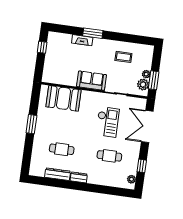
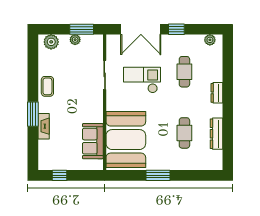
coffee table: (123, 57) -> (47, 86), moved
sofa: (92, 81) -> (93, 141), moved
plant: (143, 85) -> (51, 42), moved
booth: (64, 98) -> (126, 140), width x1.36, depth x1.42
window: (142, 166) -> (176, 29), moved
dresser: (79, 177) -> (217, 93), moved

